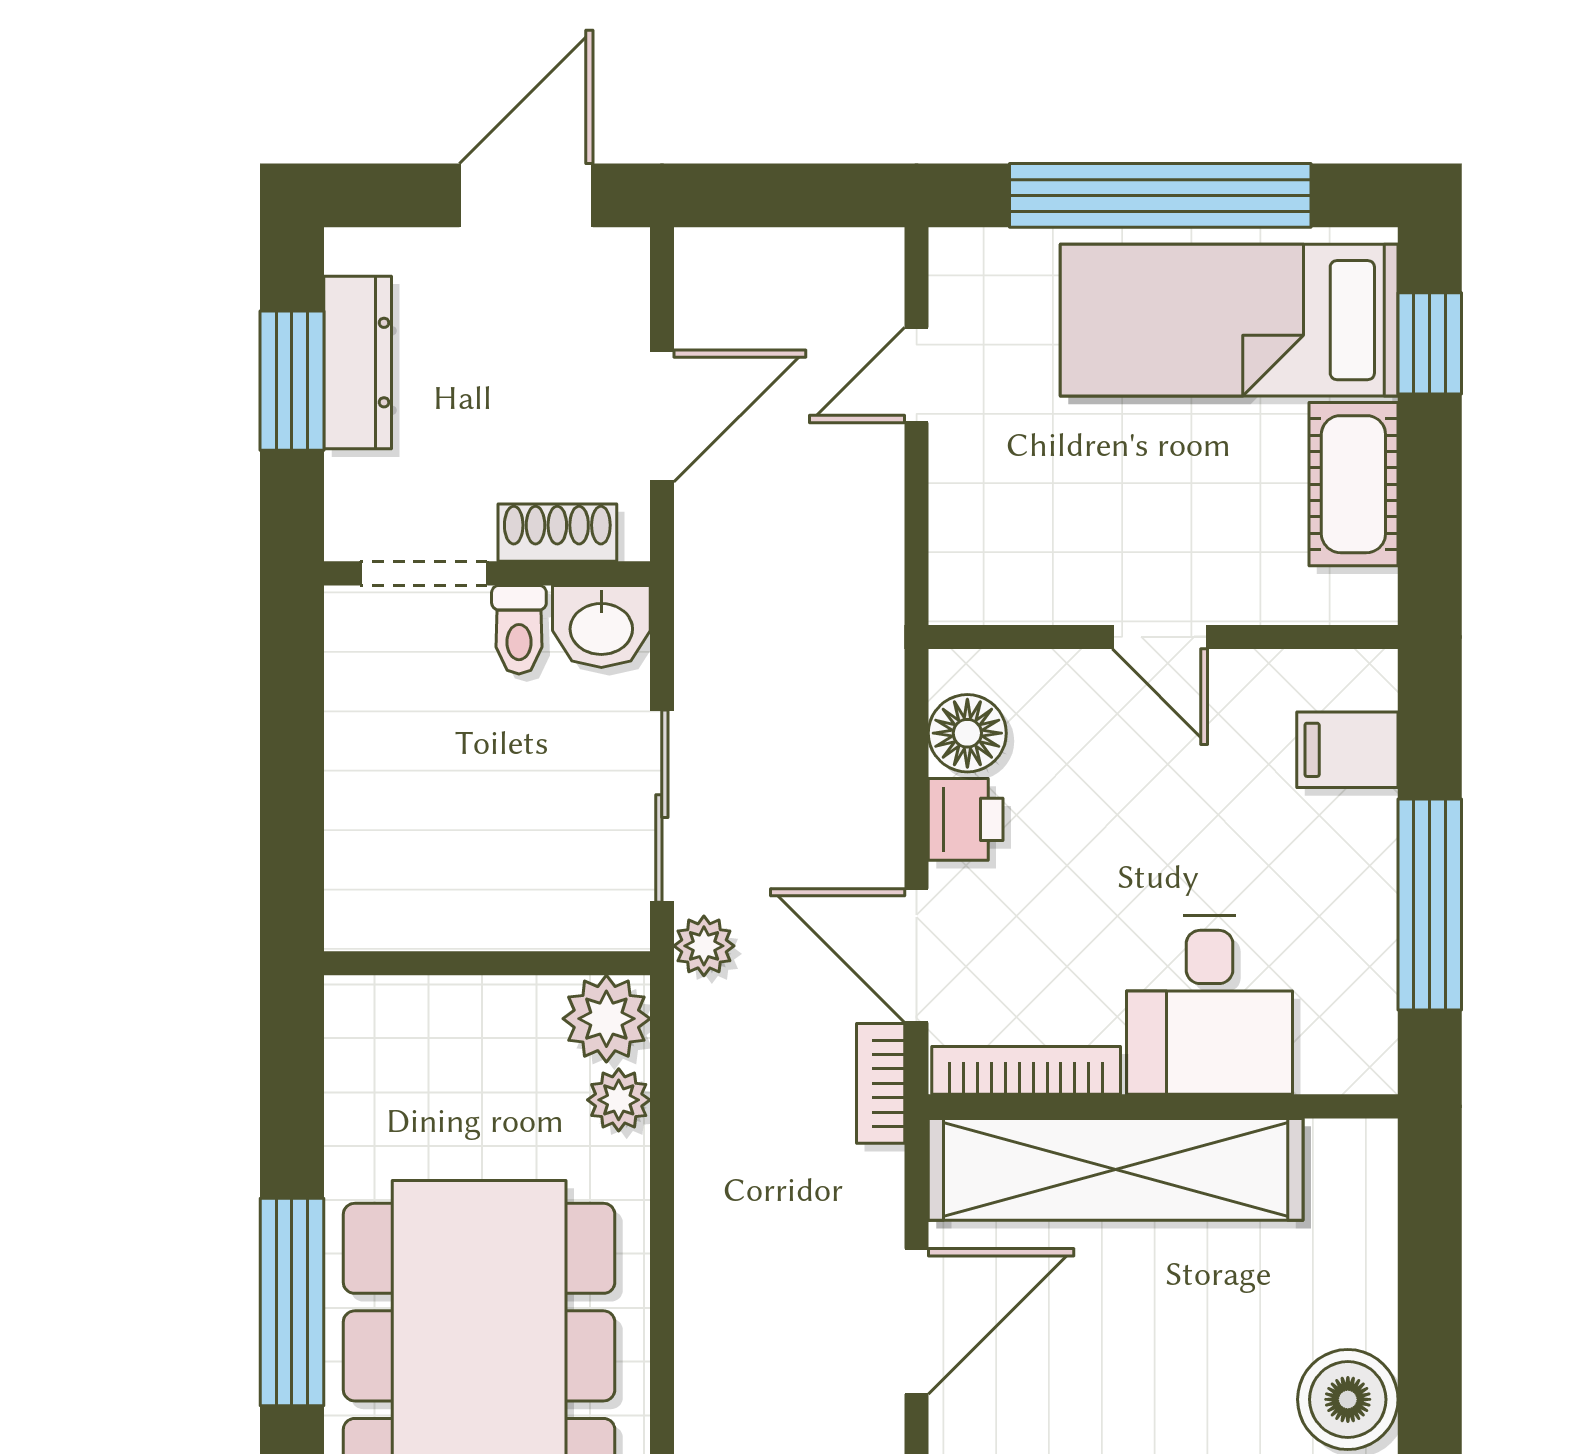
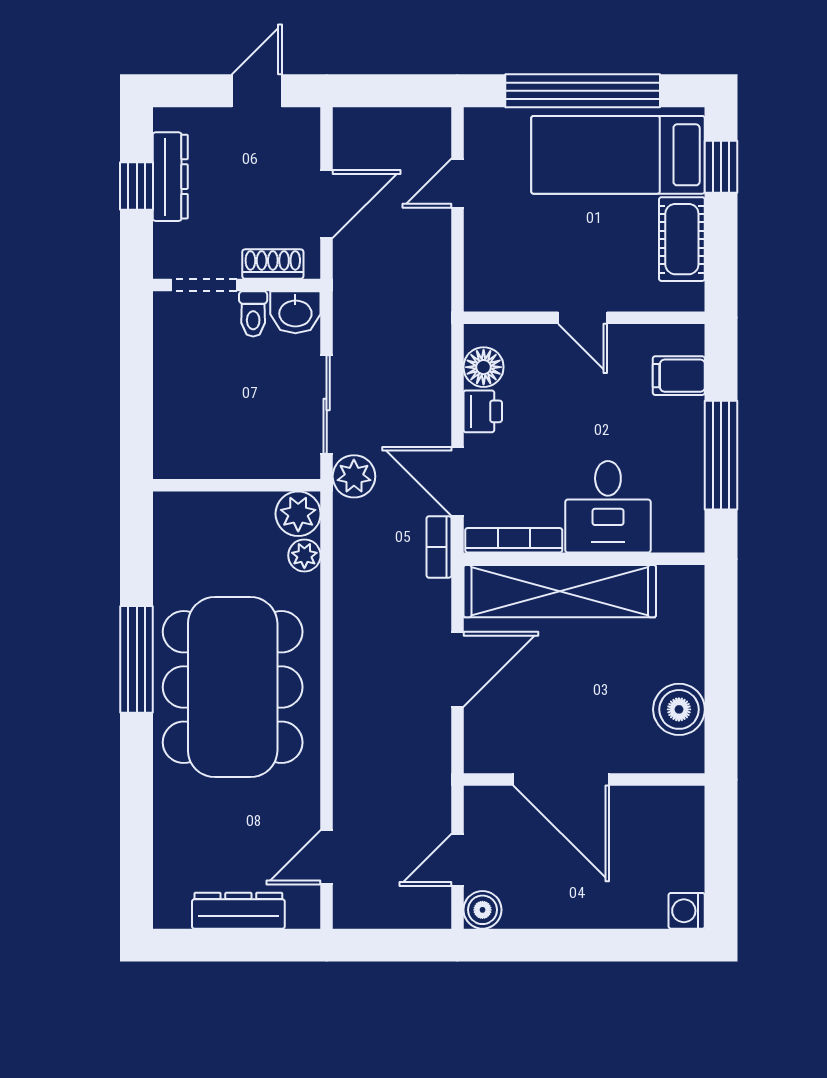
door: (526, 195) -> (257, 91), width x0.73
window: (292, 381) -> (137, 186), width x0.67
plant: (704, 946) -> (354, 476), width x1.38, depth x1.38

